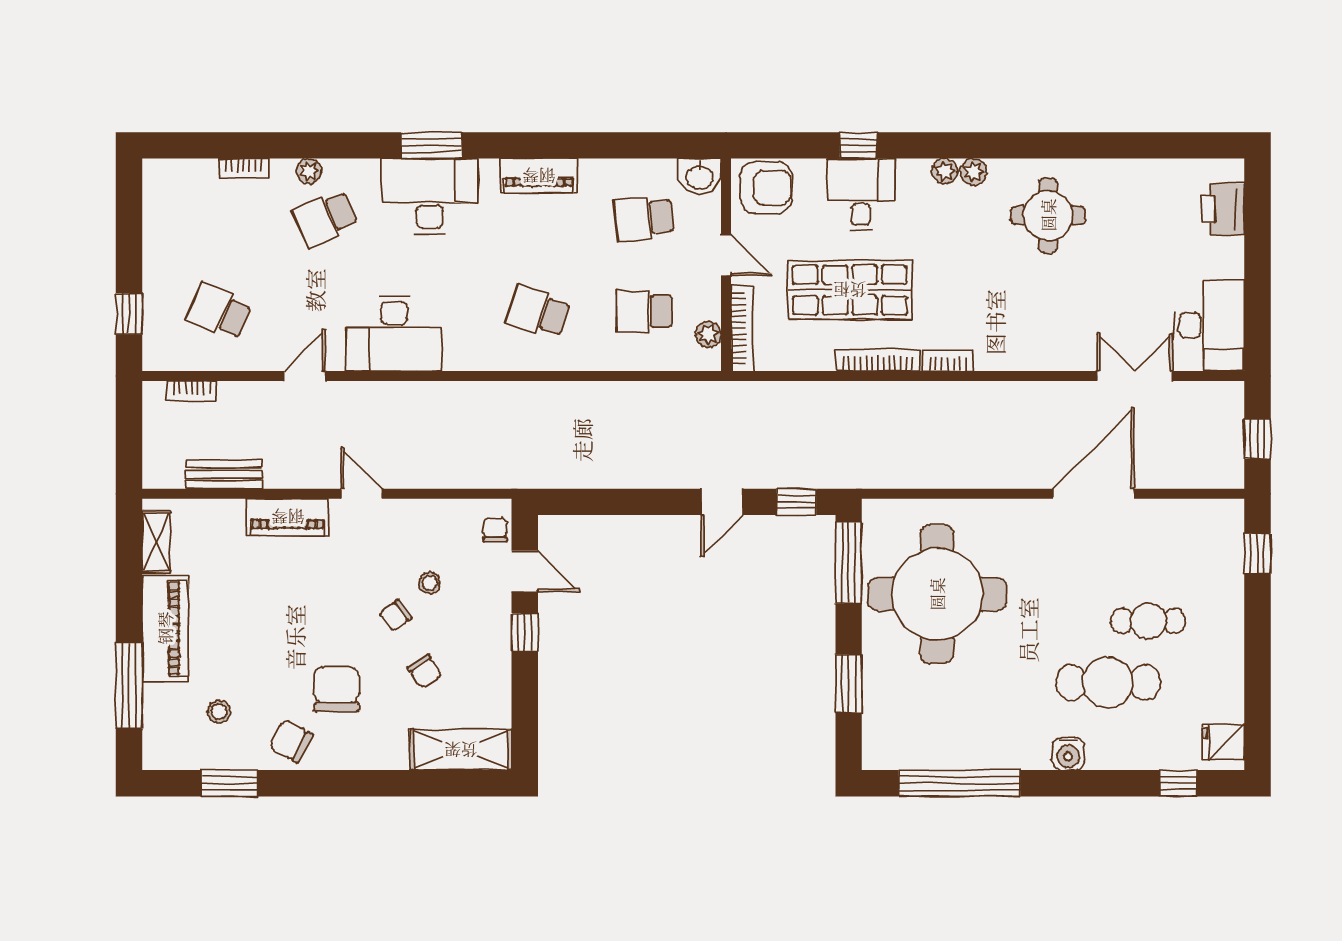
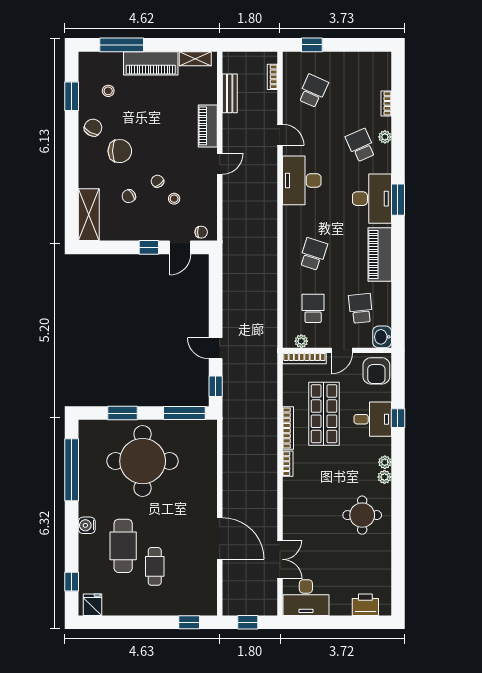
piano: (539, 176) -> (380, 255), width x1.37, depth x1.33
round table: (937, 594) -> (143, 461), moved

